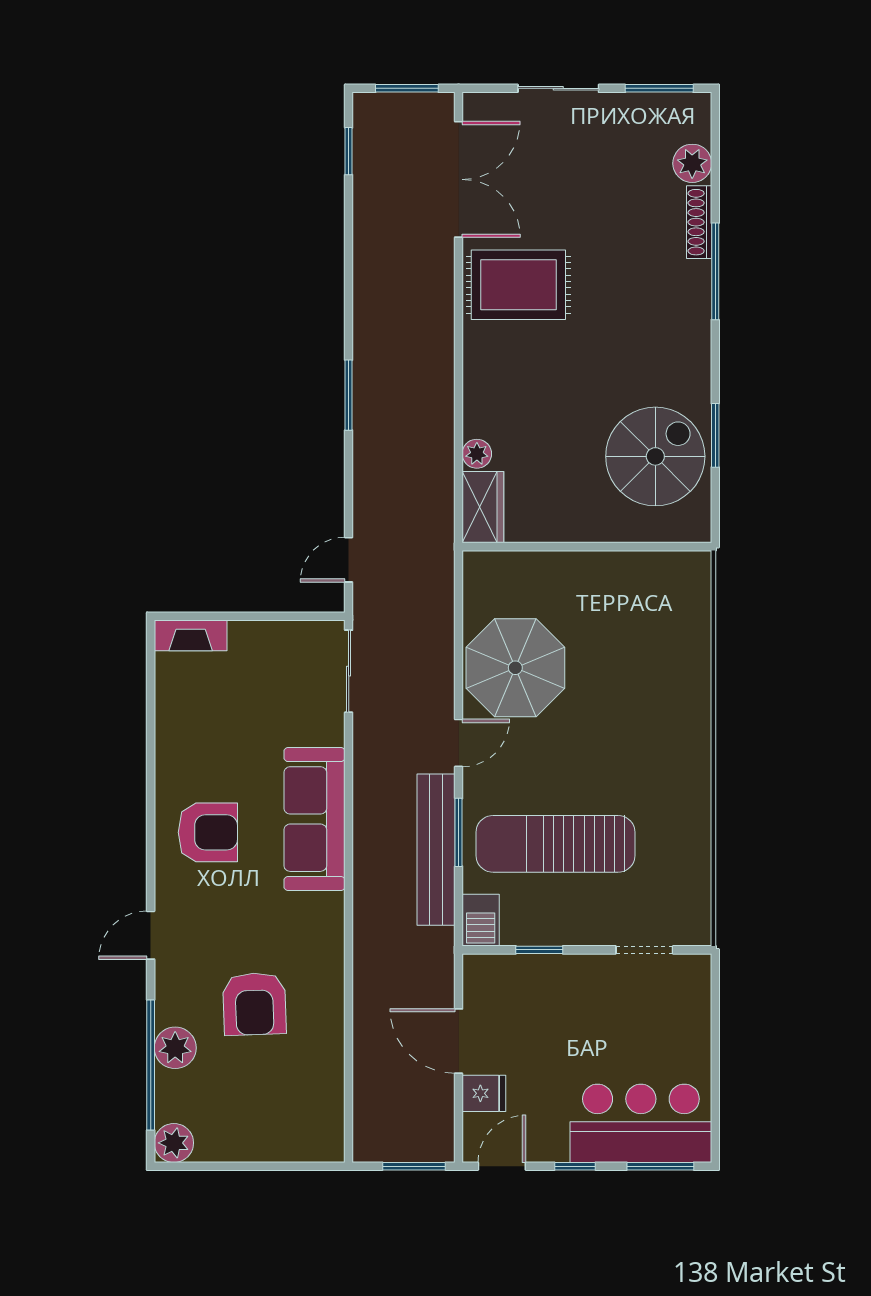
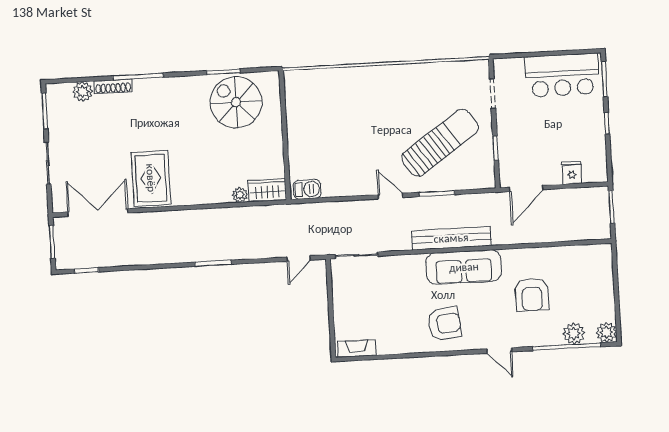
door: (349, 560) -> (299, 259), hinge flipped
fireplace: (191, 635) -> (357, 348), moved, turned -90
parasol: (515, 668) -> (350, 169), removed
sofa: (314, 819) -> (464, 267), moved
armchair: (208, 832) -> (444, 324), turned 84
sun lounger: (556, 844) -> (440, 143), turned -125
bench: (436, 850) -> (451, 238), moved
barbecue: (481, 920) -> (307, 189), moved
armchair: (254, 1004) -> (532, 295), turned 92
door: (459, 1041) -> (526, 188), moved
plant: (175, 1048) -> (574, 333), moved
bar counter: (641, 1123) -> (562, 75), moved, turned -90
door: (502, 1166) -> (609, 161), removed

